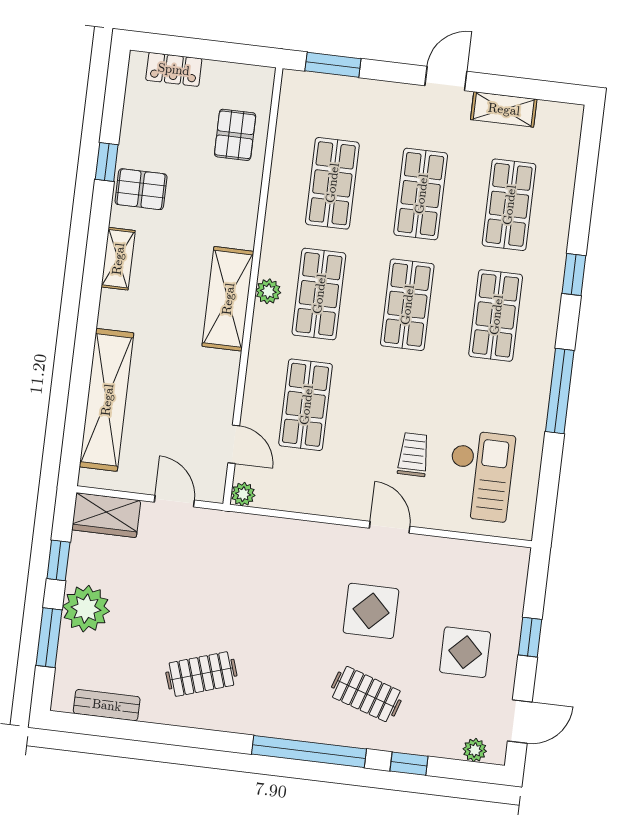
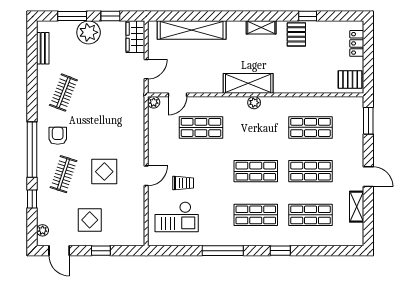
pallet: (235, 135) -> (350, 80), moved
shop shelf: (319, 294) -> (256, 127), removed
clothes rail: (201, 674) -> (63, 93), turned 39
armchair: (287, 696) -> (58, 136), added

